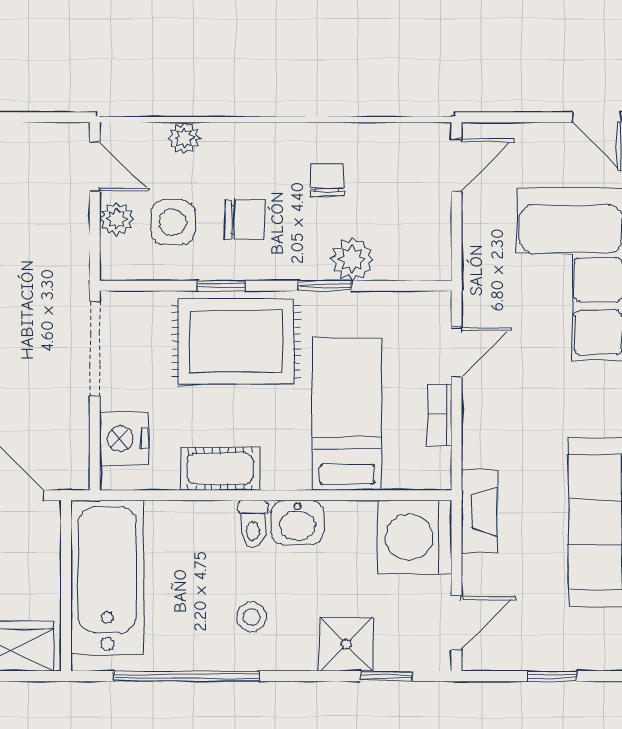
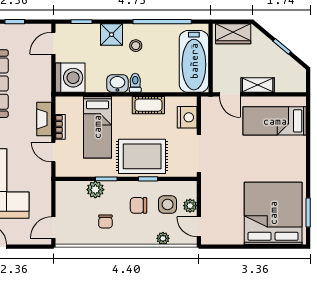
door: (456, 352) -> (53, 152), hinge flipped
fireplace: (479, 511) -> (44, 119), moved
shower: (346, 644) -> (112, 35), moved

